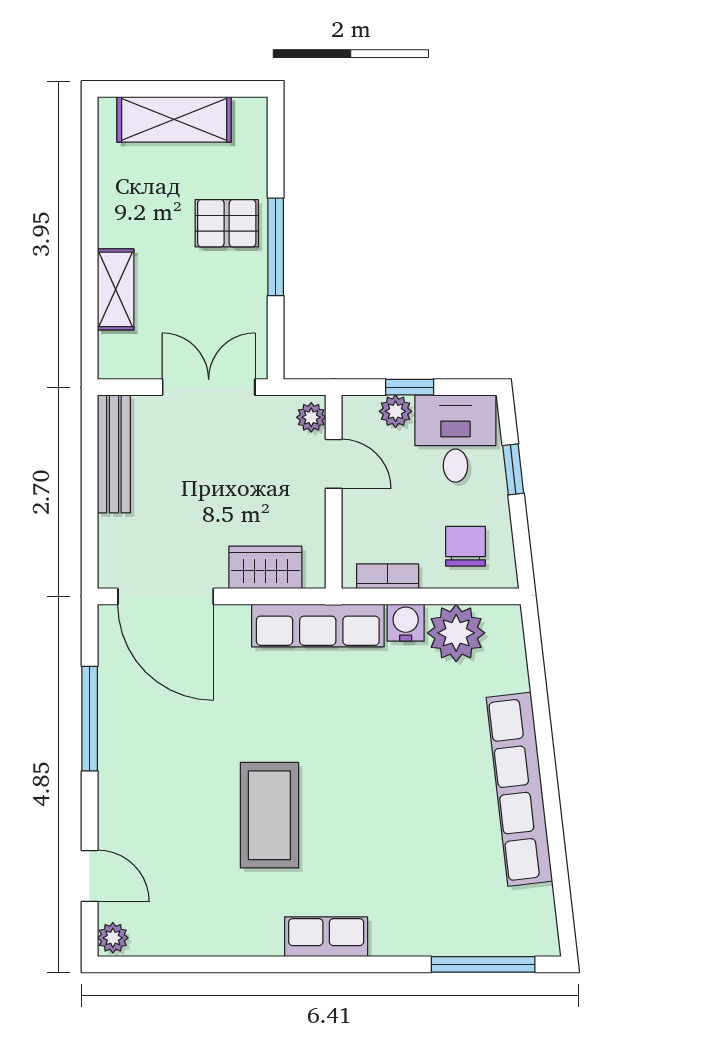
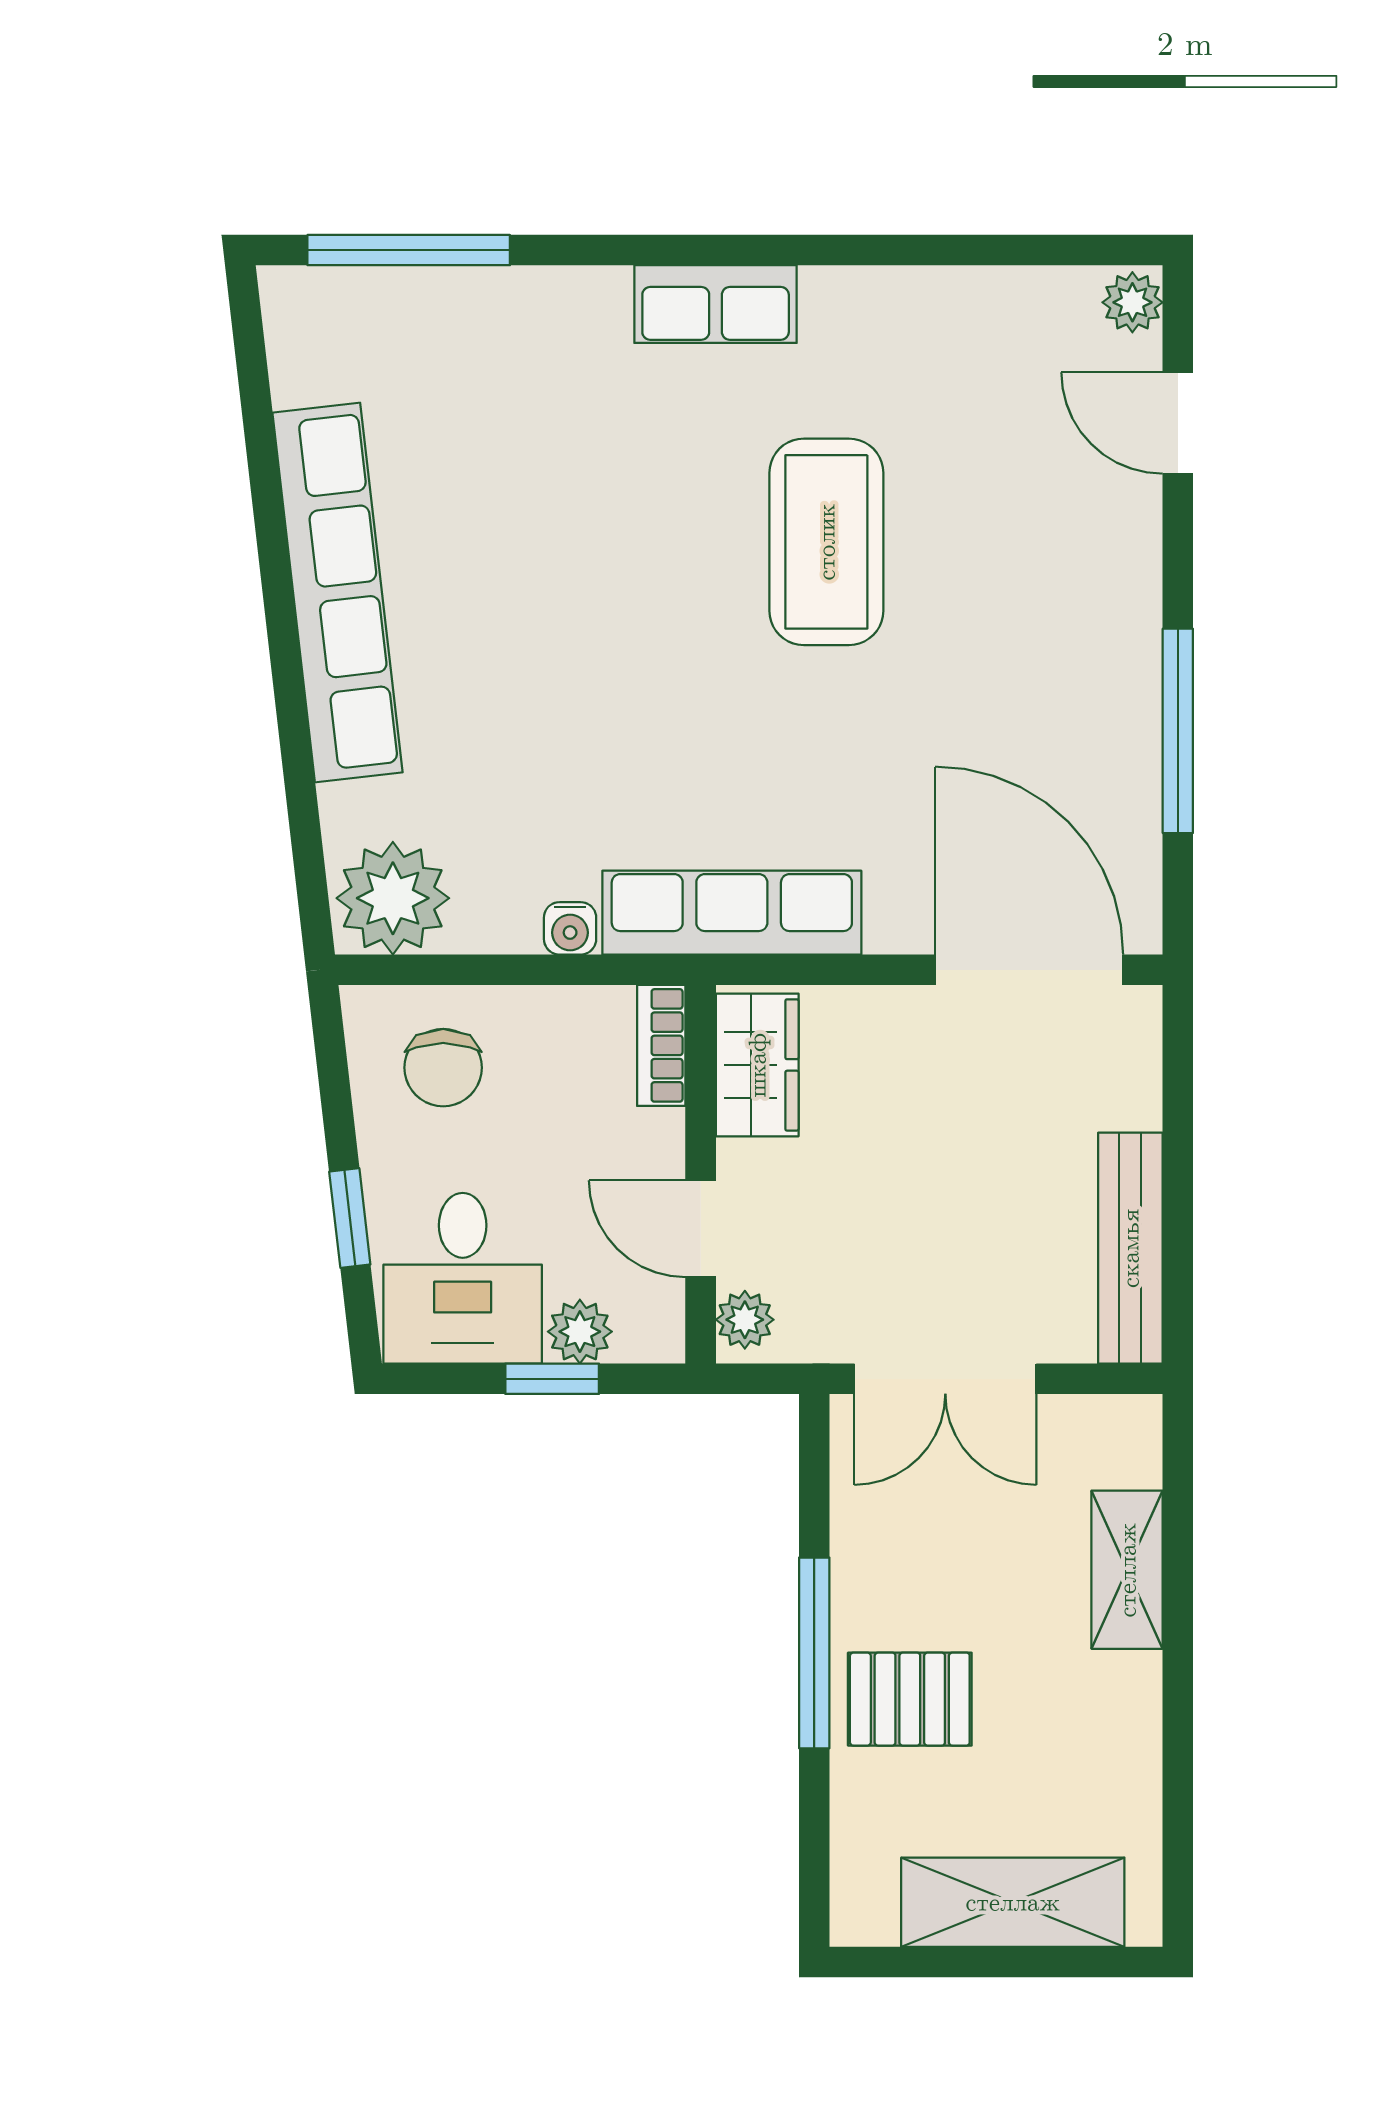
wardrobe: (265, 567) -> (757, 1065), moved, turned -90
bookcase: (388, 576) -> (661, 1045), moved, turned 90
water cooler: (406, 623) -> (570, 928), width x0.72, depth x0.72
plant: (456, 633) -> (393, 898), moved

